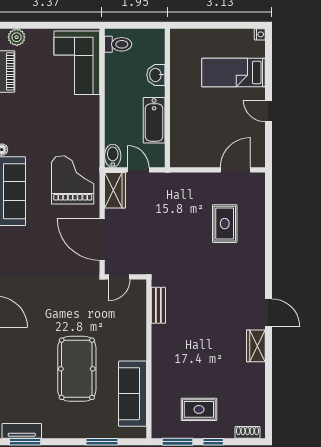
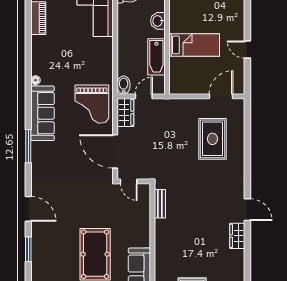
bed: (234, 73) -> (194, 45), moved, turned 180
door: (138, 170) -> (144, 96), hinge flipped
grand piano: (73, 180) -> (92, 104), turned 180
rug: (225, 224) -> (212, 139), width x1.36, depth x1.43
door: (119, 277) -> (129, 181), hinge flipped

